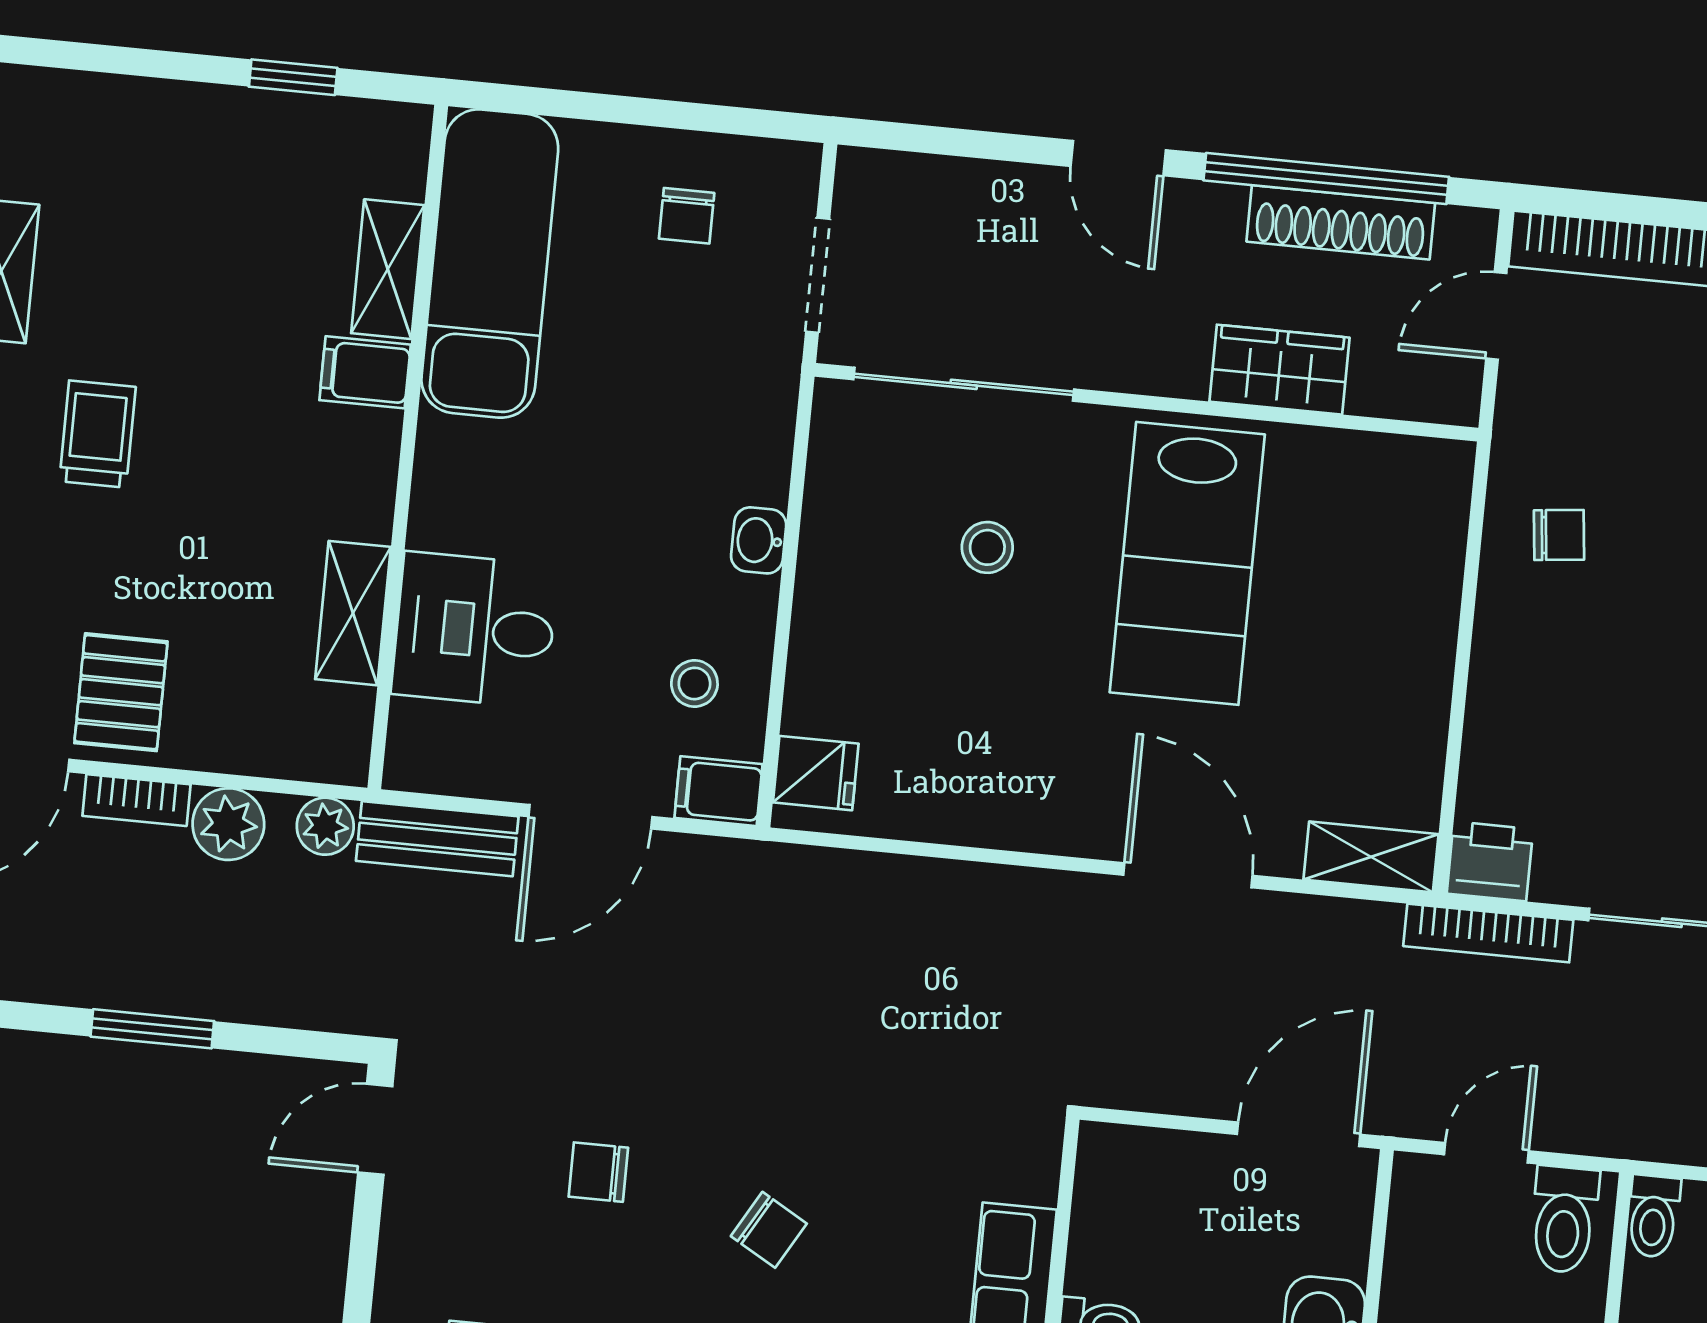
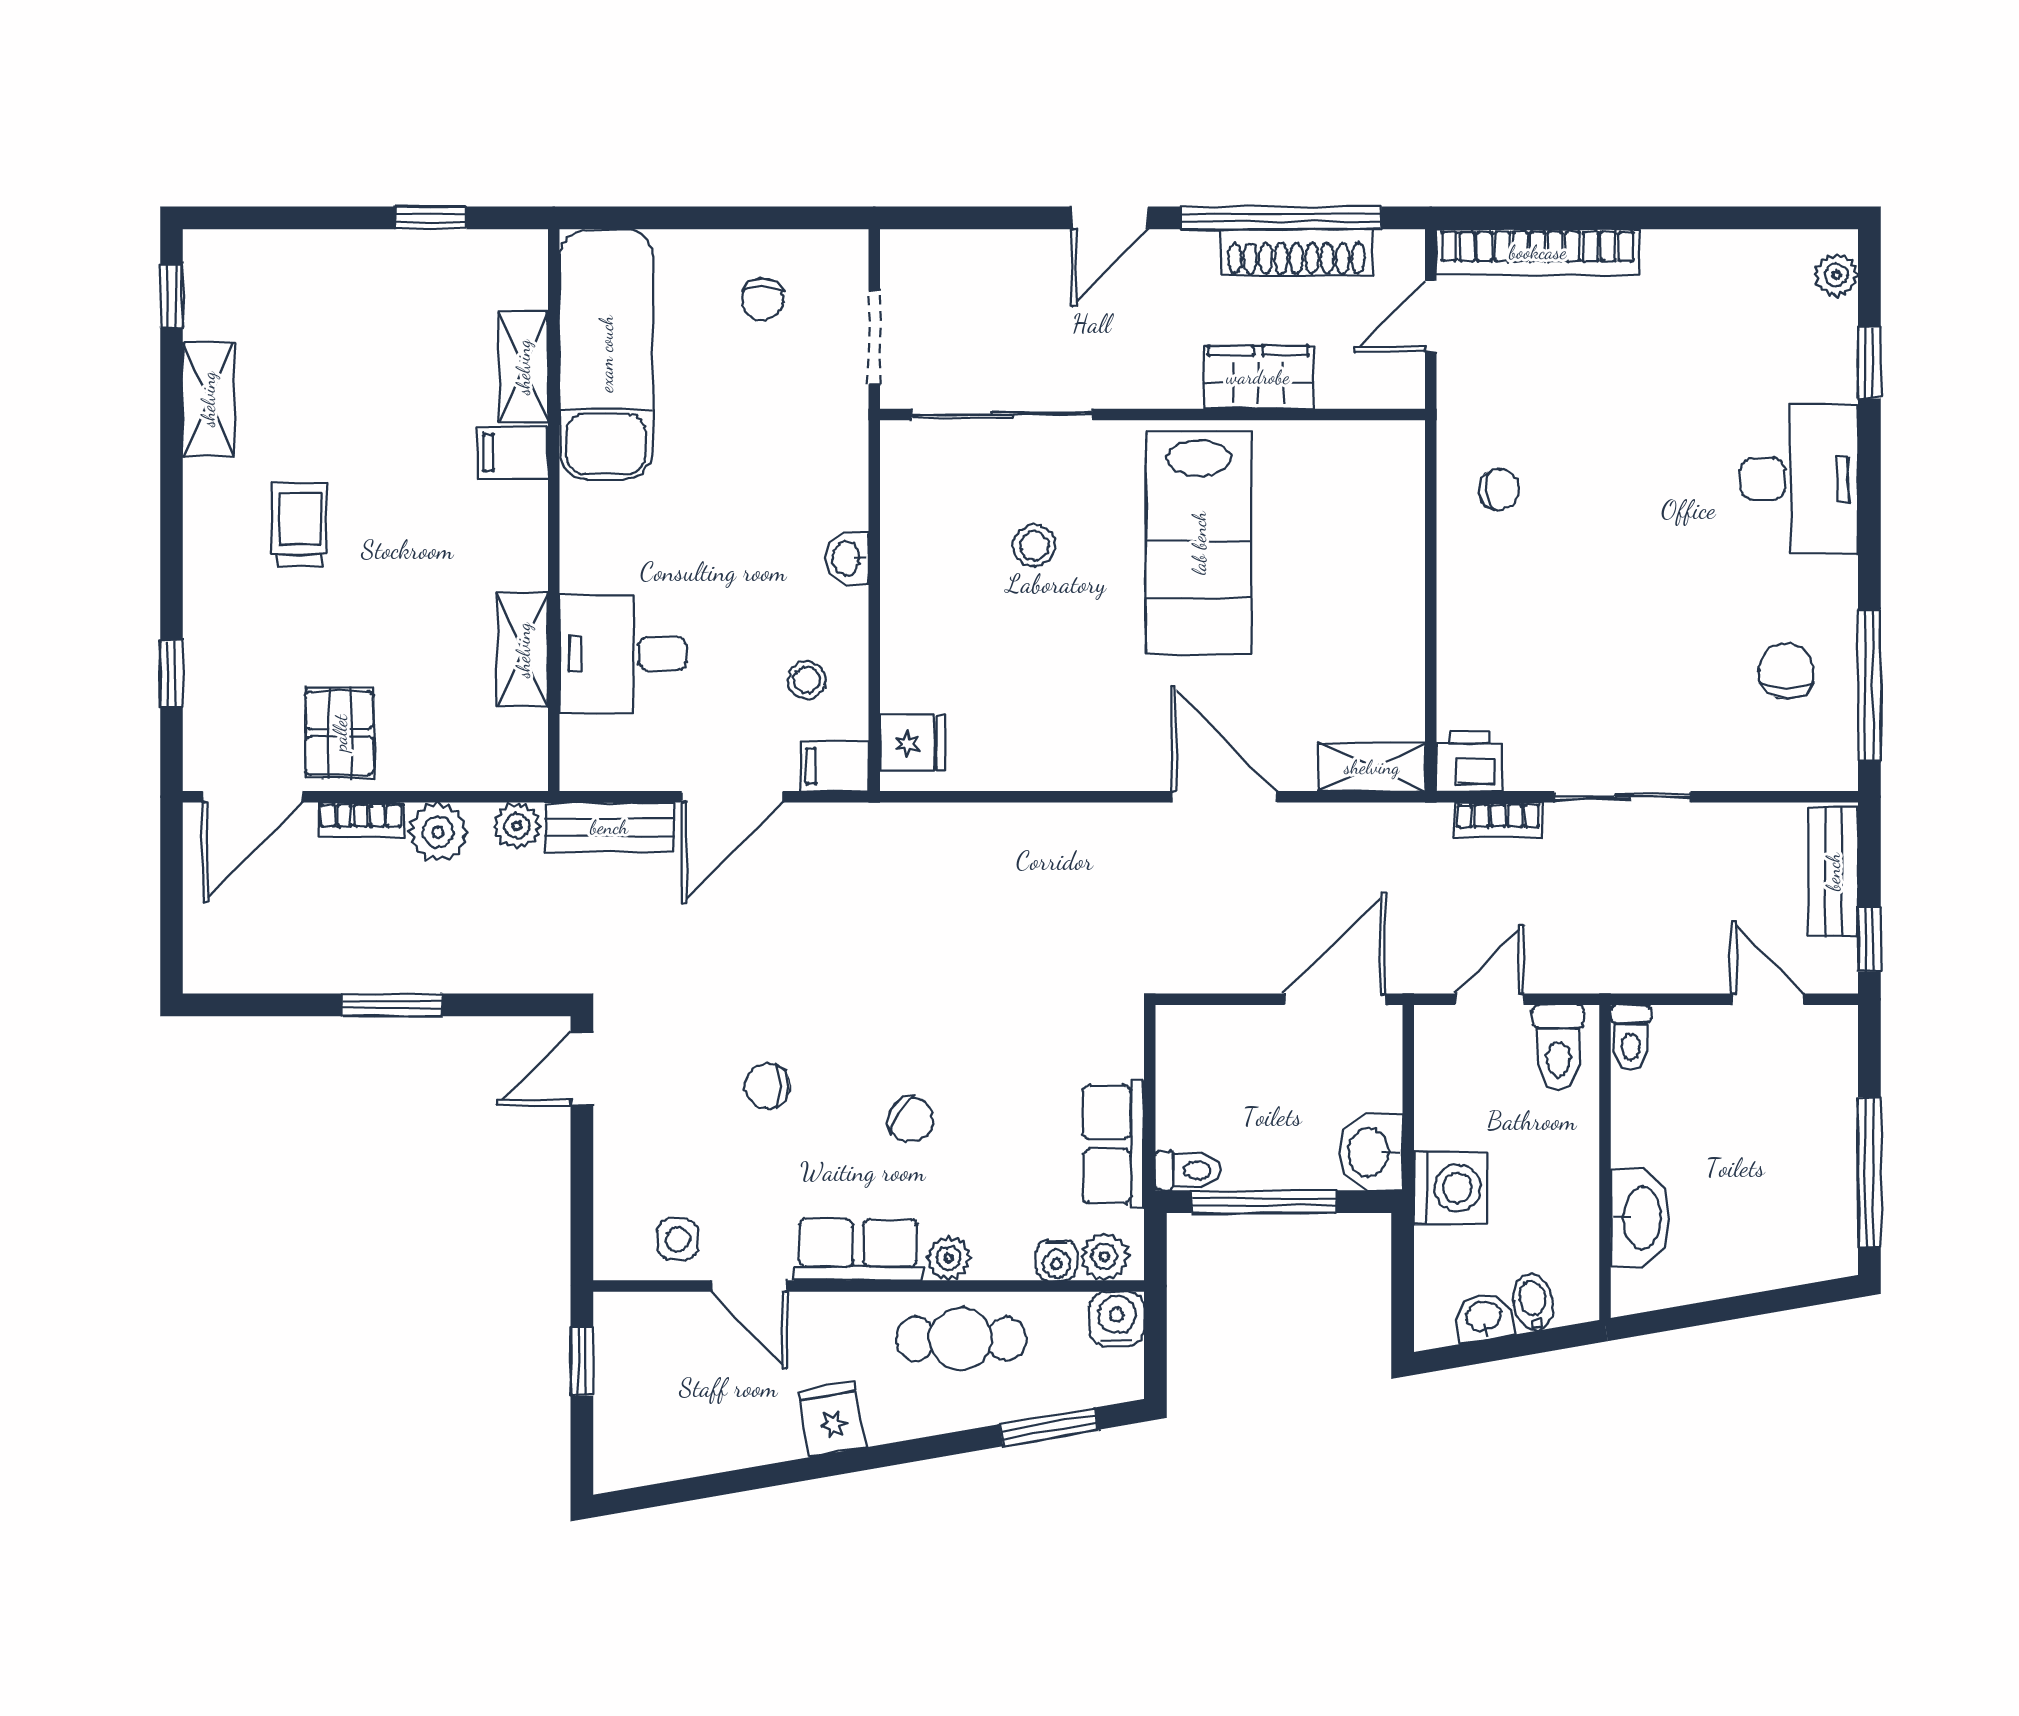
door: (1118, 158) -> (1110, 218), hinge flipped
bookcase: (1488, 933) -> (1498, 820), width x0.64

